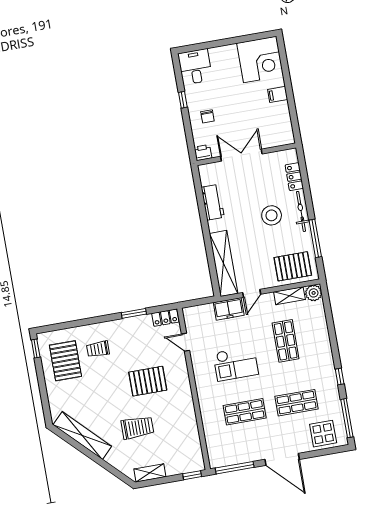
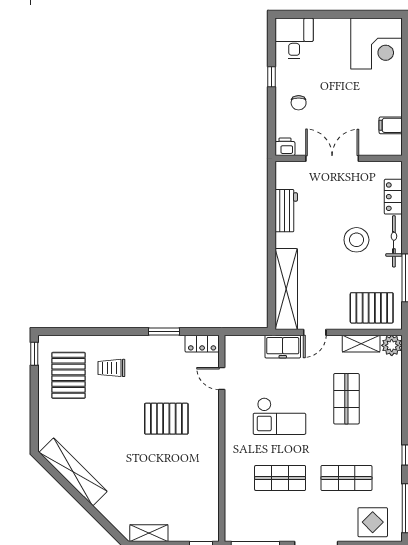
filing cabinet: (278, 94) -> (391, 125), moved
trolley: (137, 428) -> (143, 474), removed

